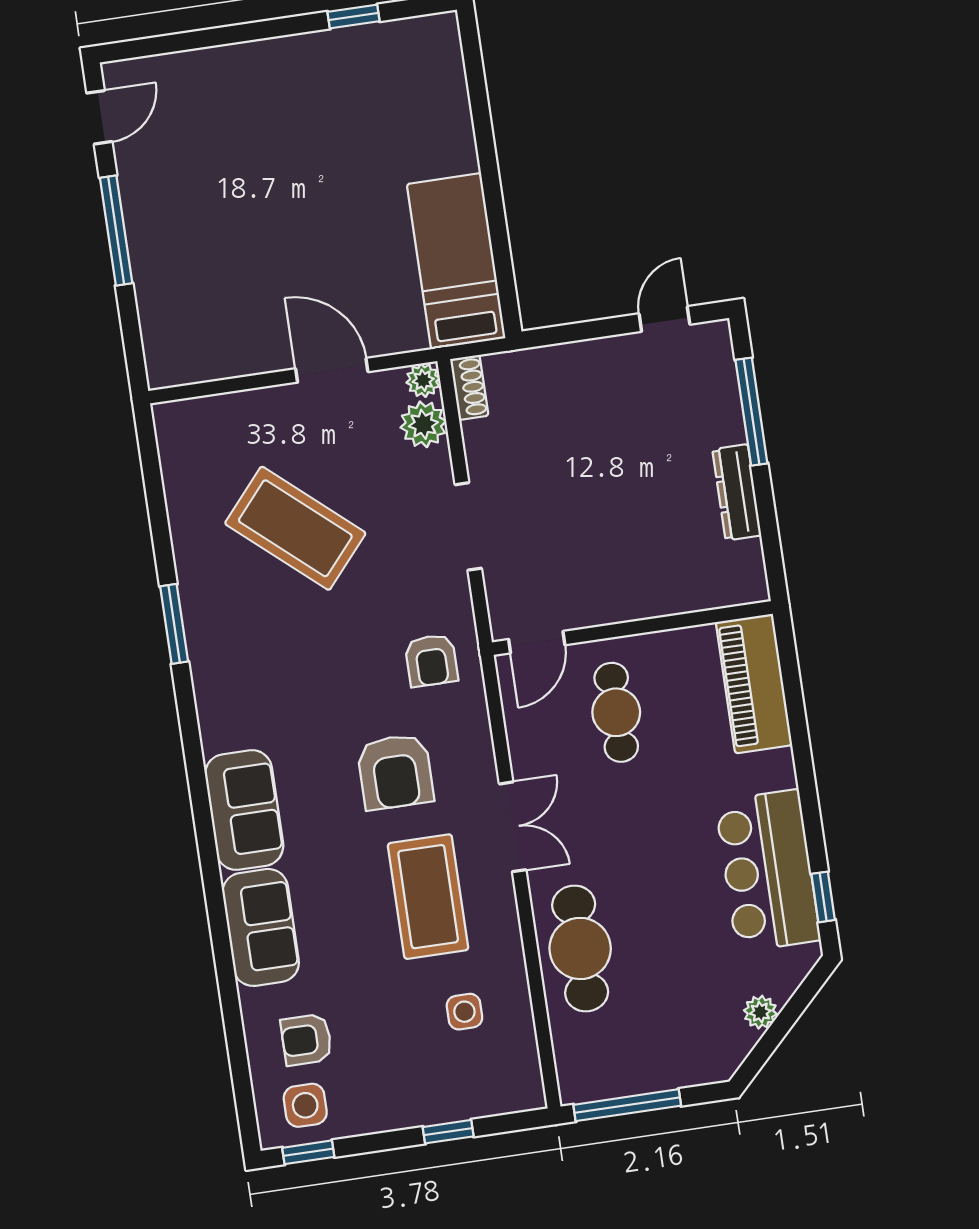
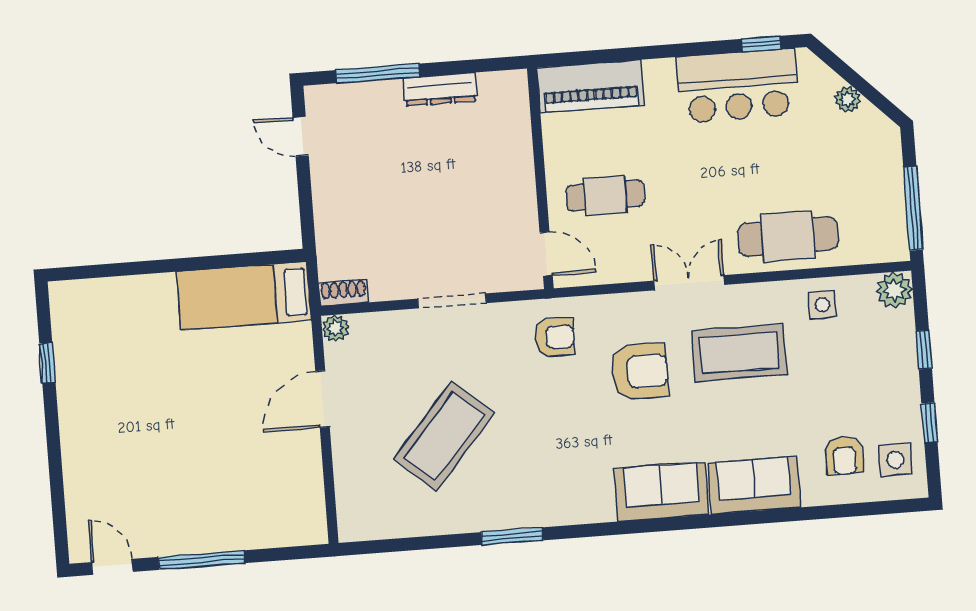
plant: (423, 424) -> (894, 290), moved
side table: (464, 1012) -> (822, 305), moved
window: (308, 1152) -> (929, 423), moved

